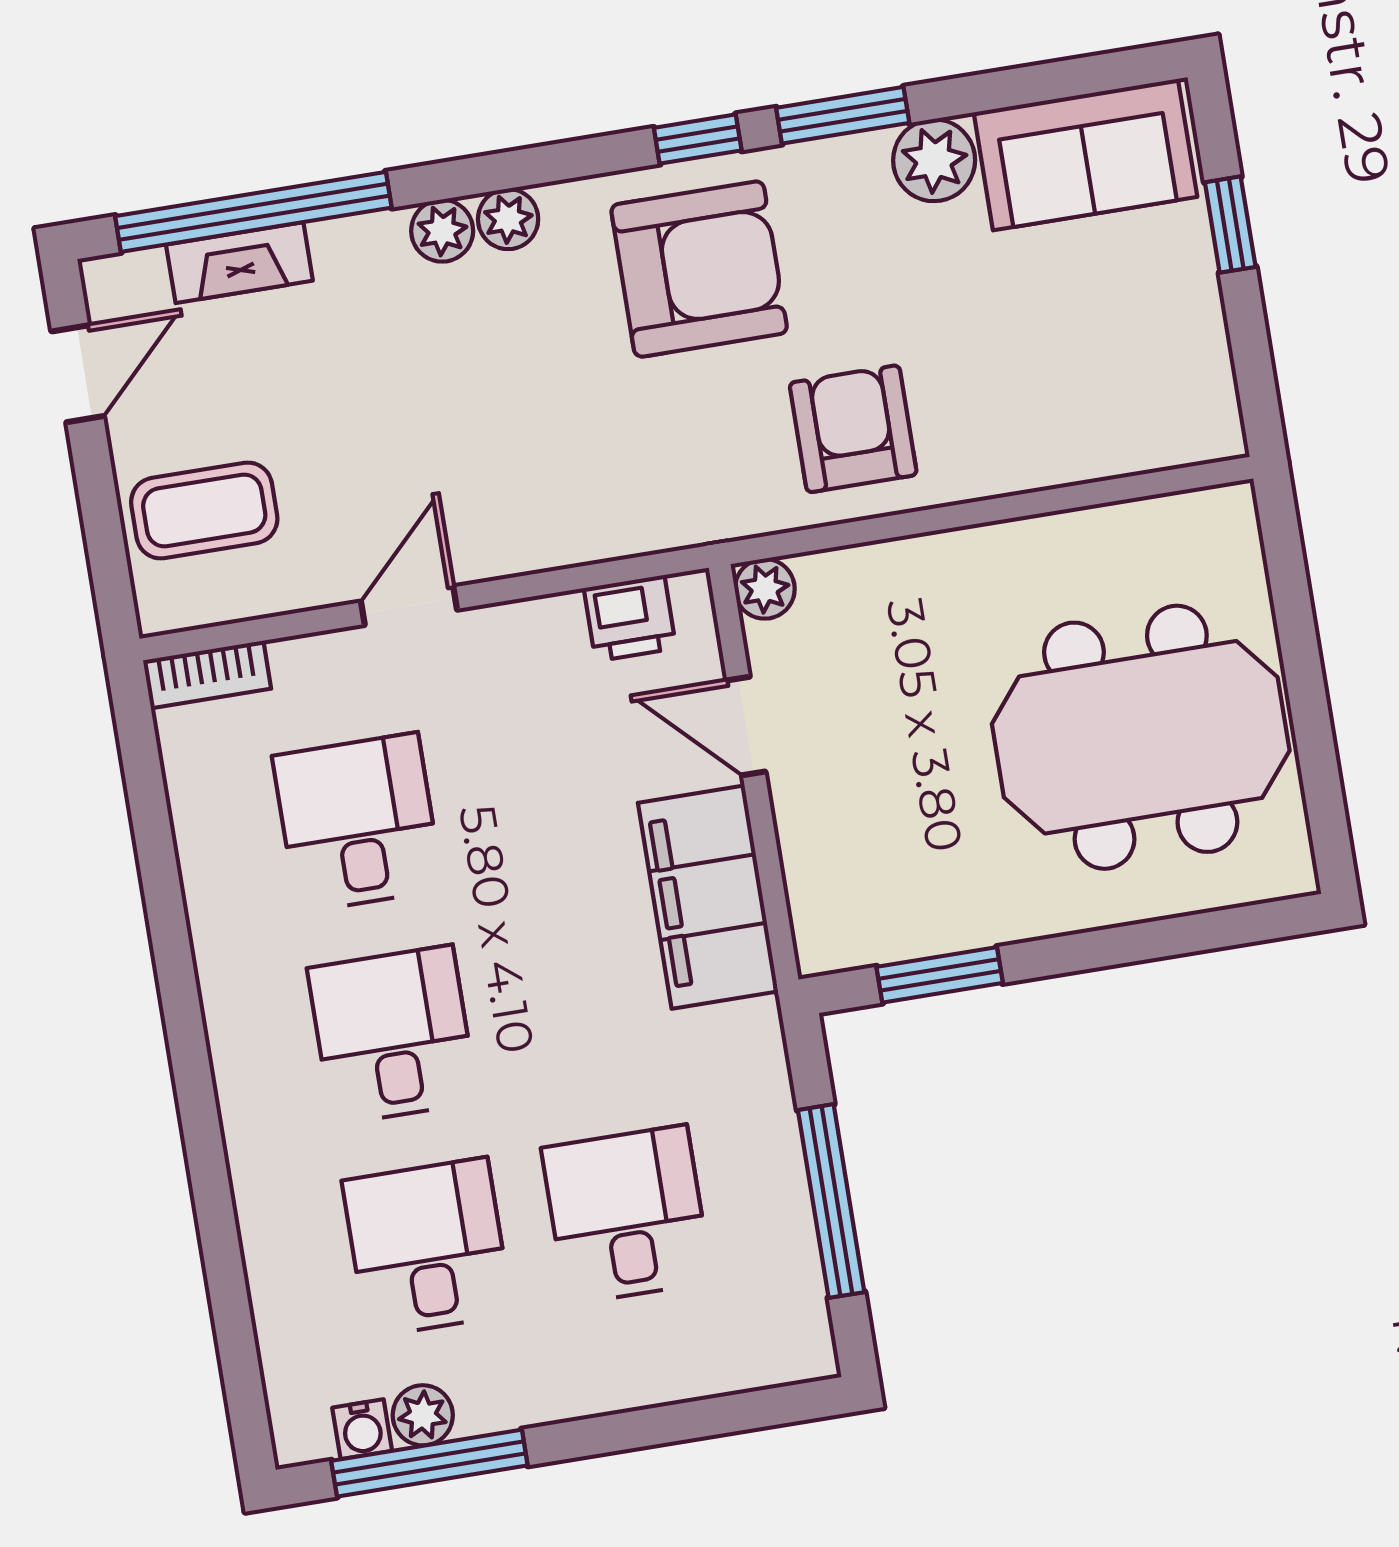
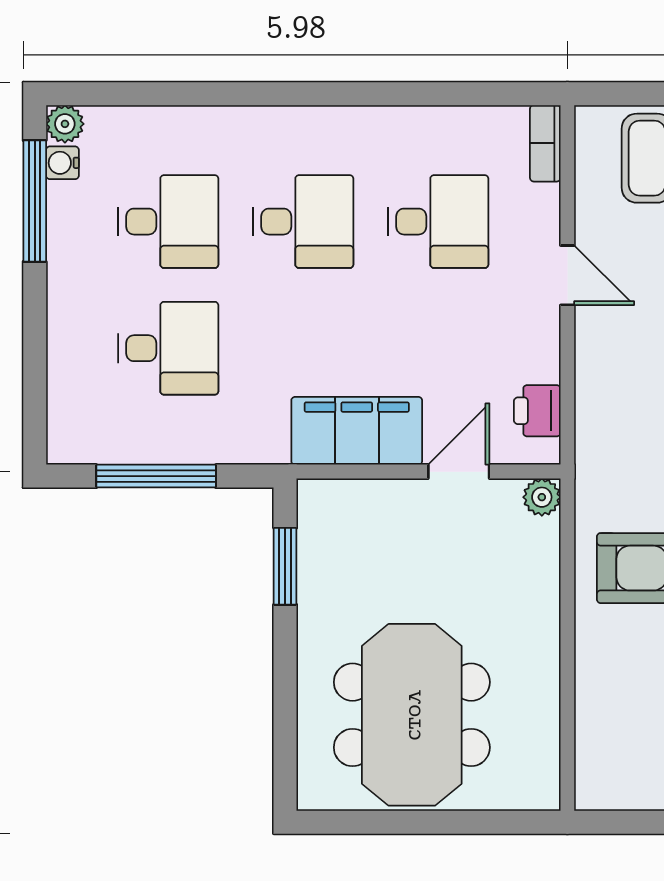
plant: (423, 1415) -> (65, 124), moved

